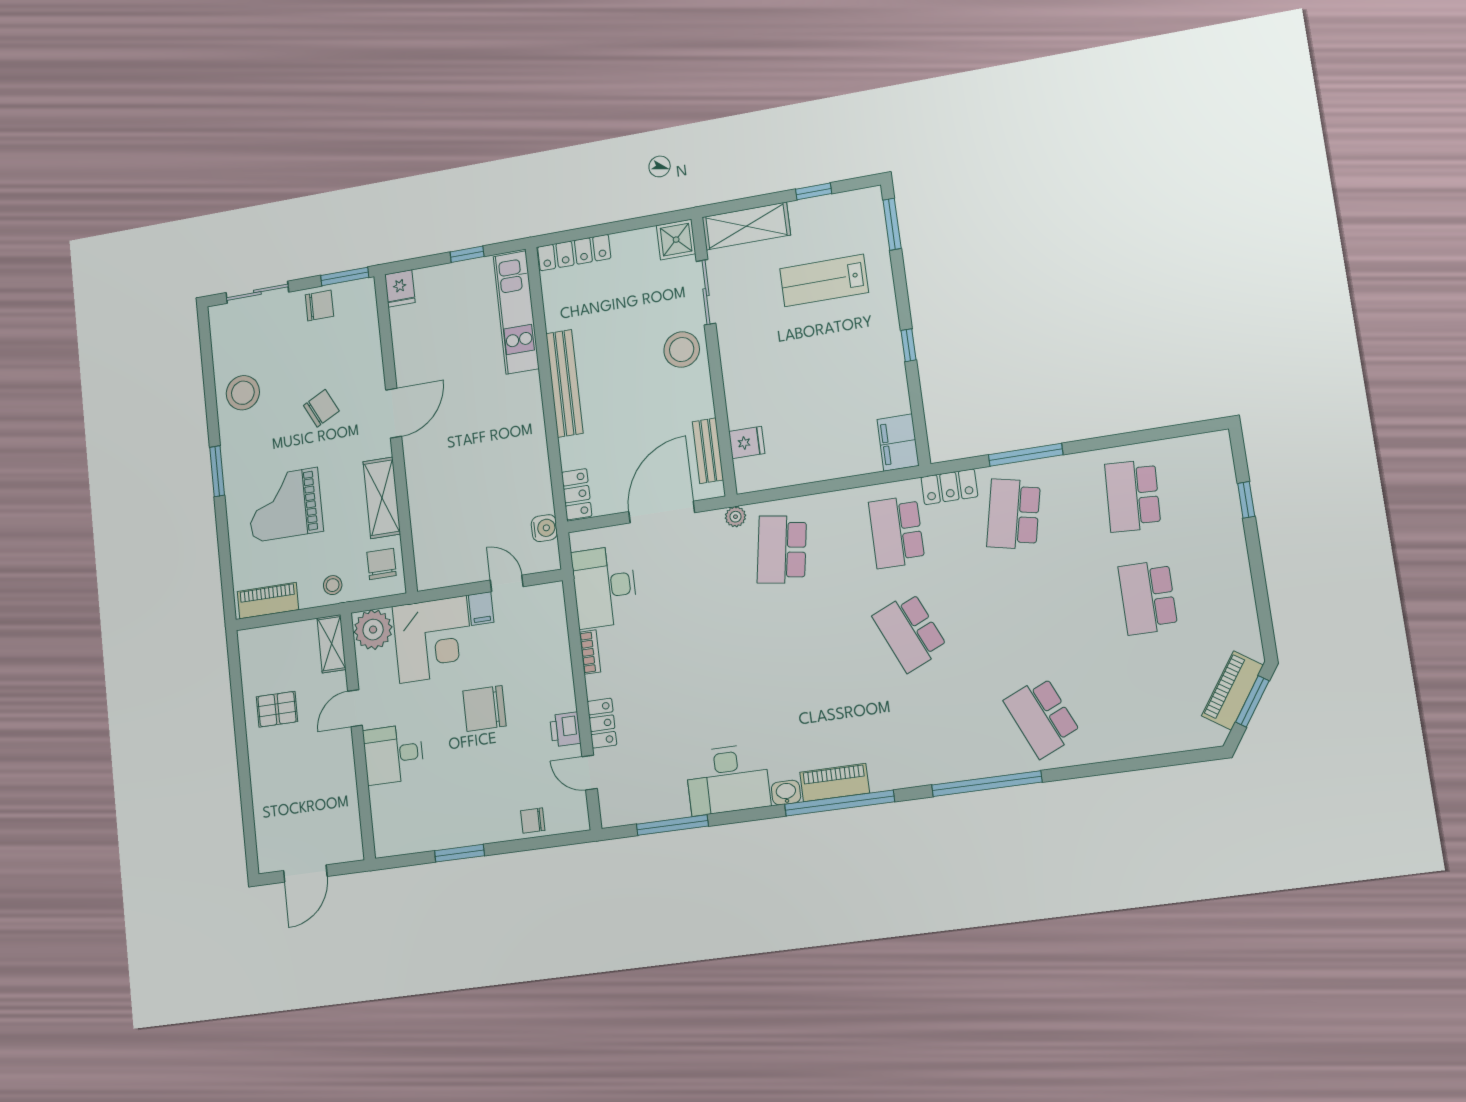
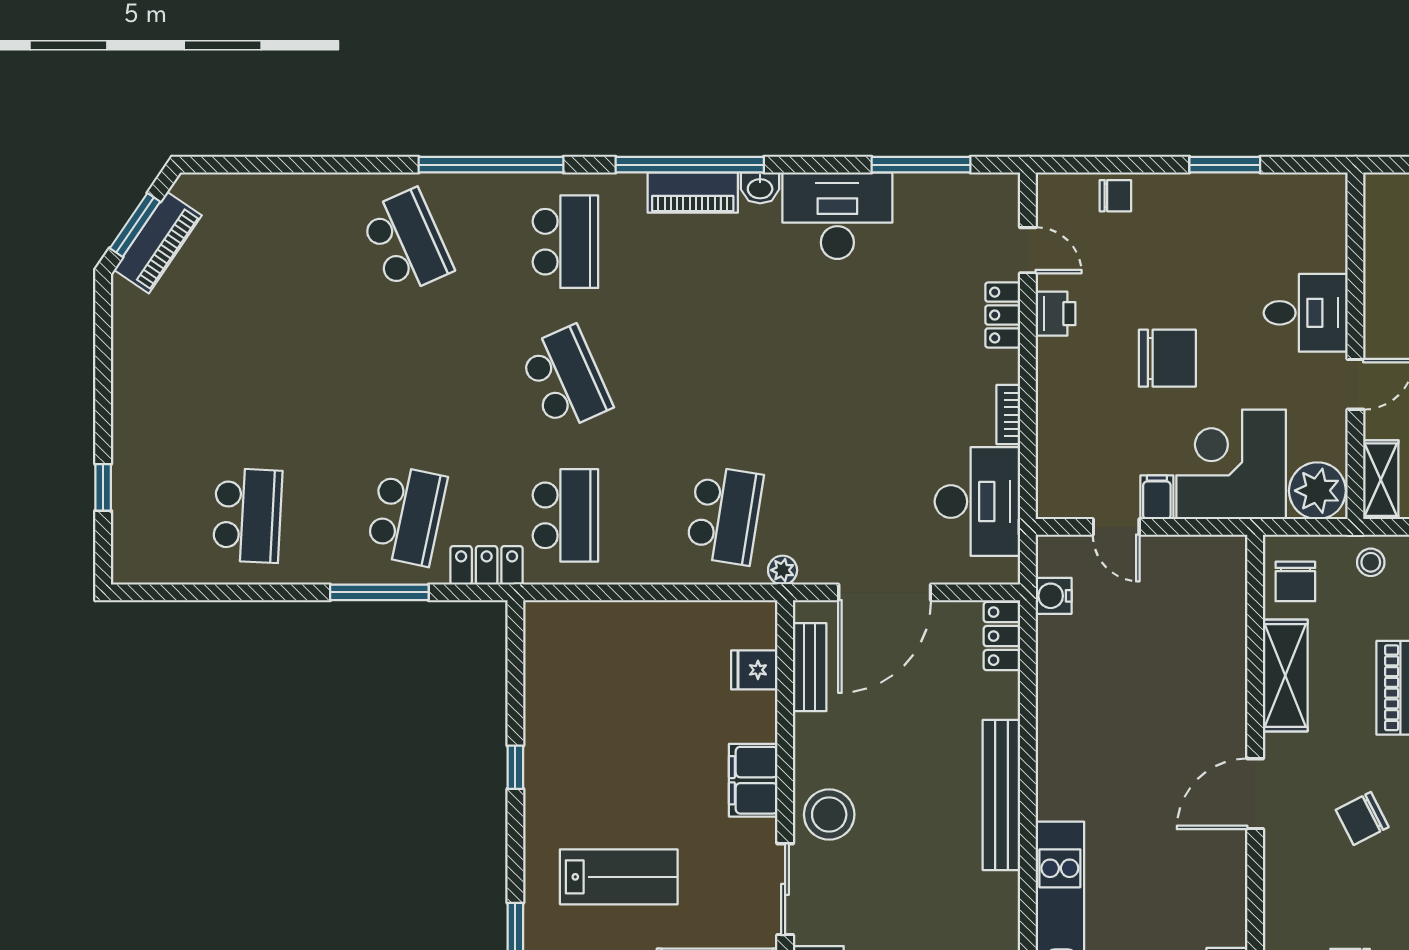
filing cabinet: (898, 442) -> (753, 780), moved, turned 180
school desk: (1148, 598) -> (565, 242), moved

